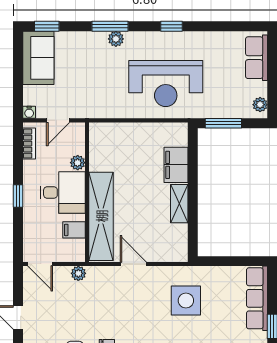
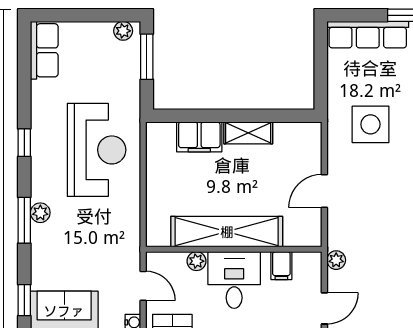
row of seats: (257, 58) -> (44, 50), moved, turned -90
window: (223, 123) -> (147, 57), moved
shelving: (101, 216) -> (227, 232), moved

